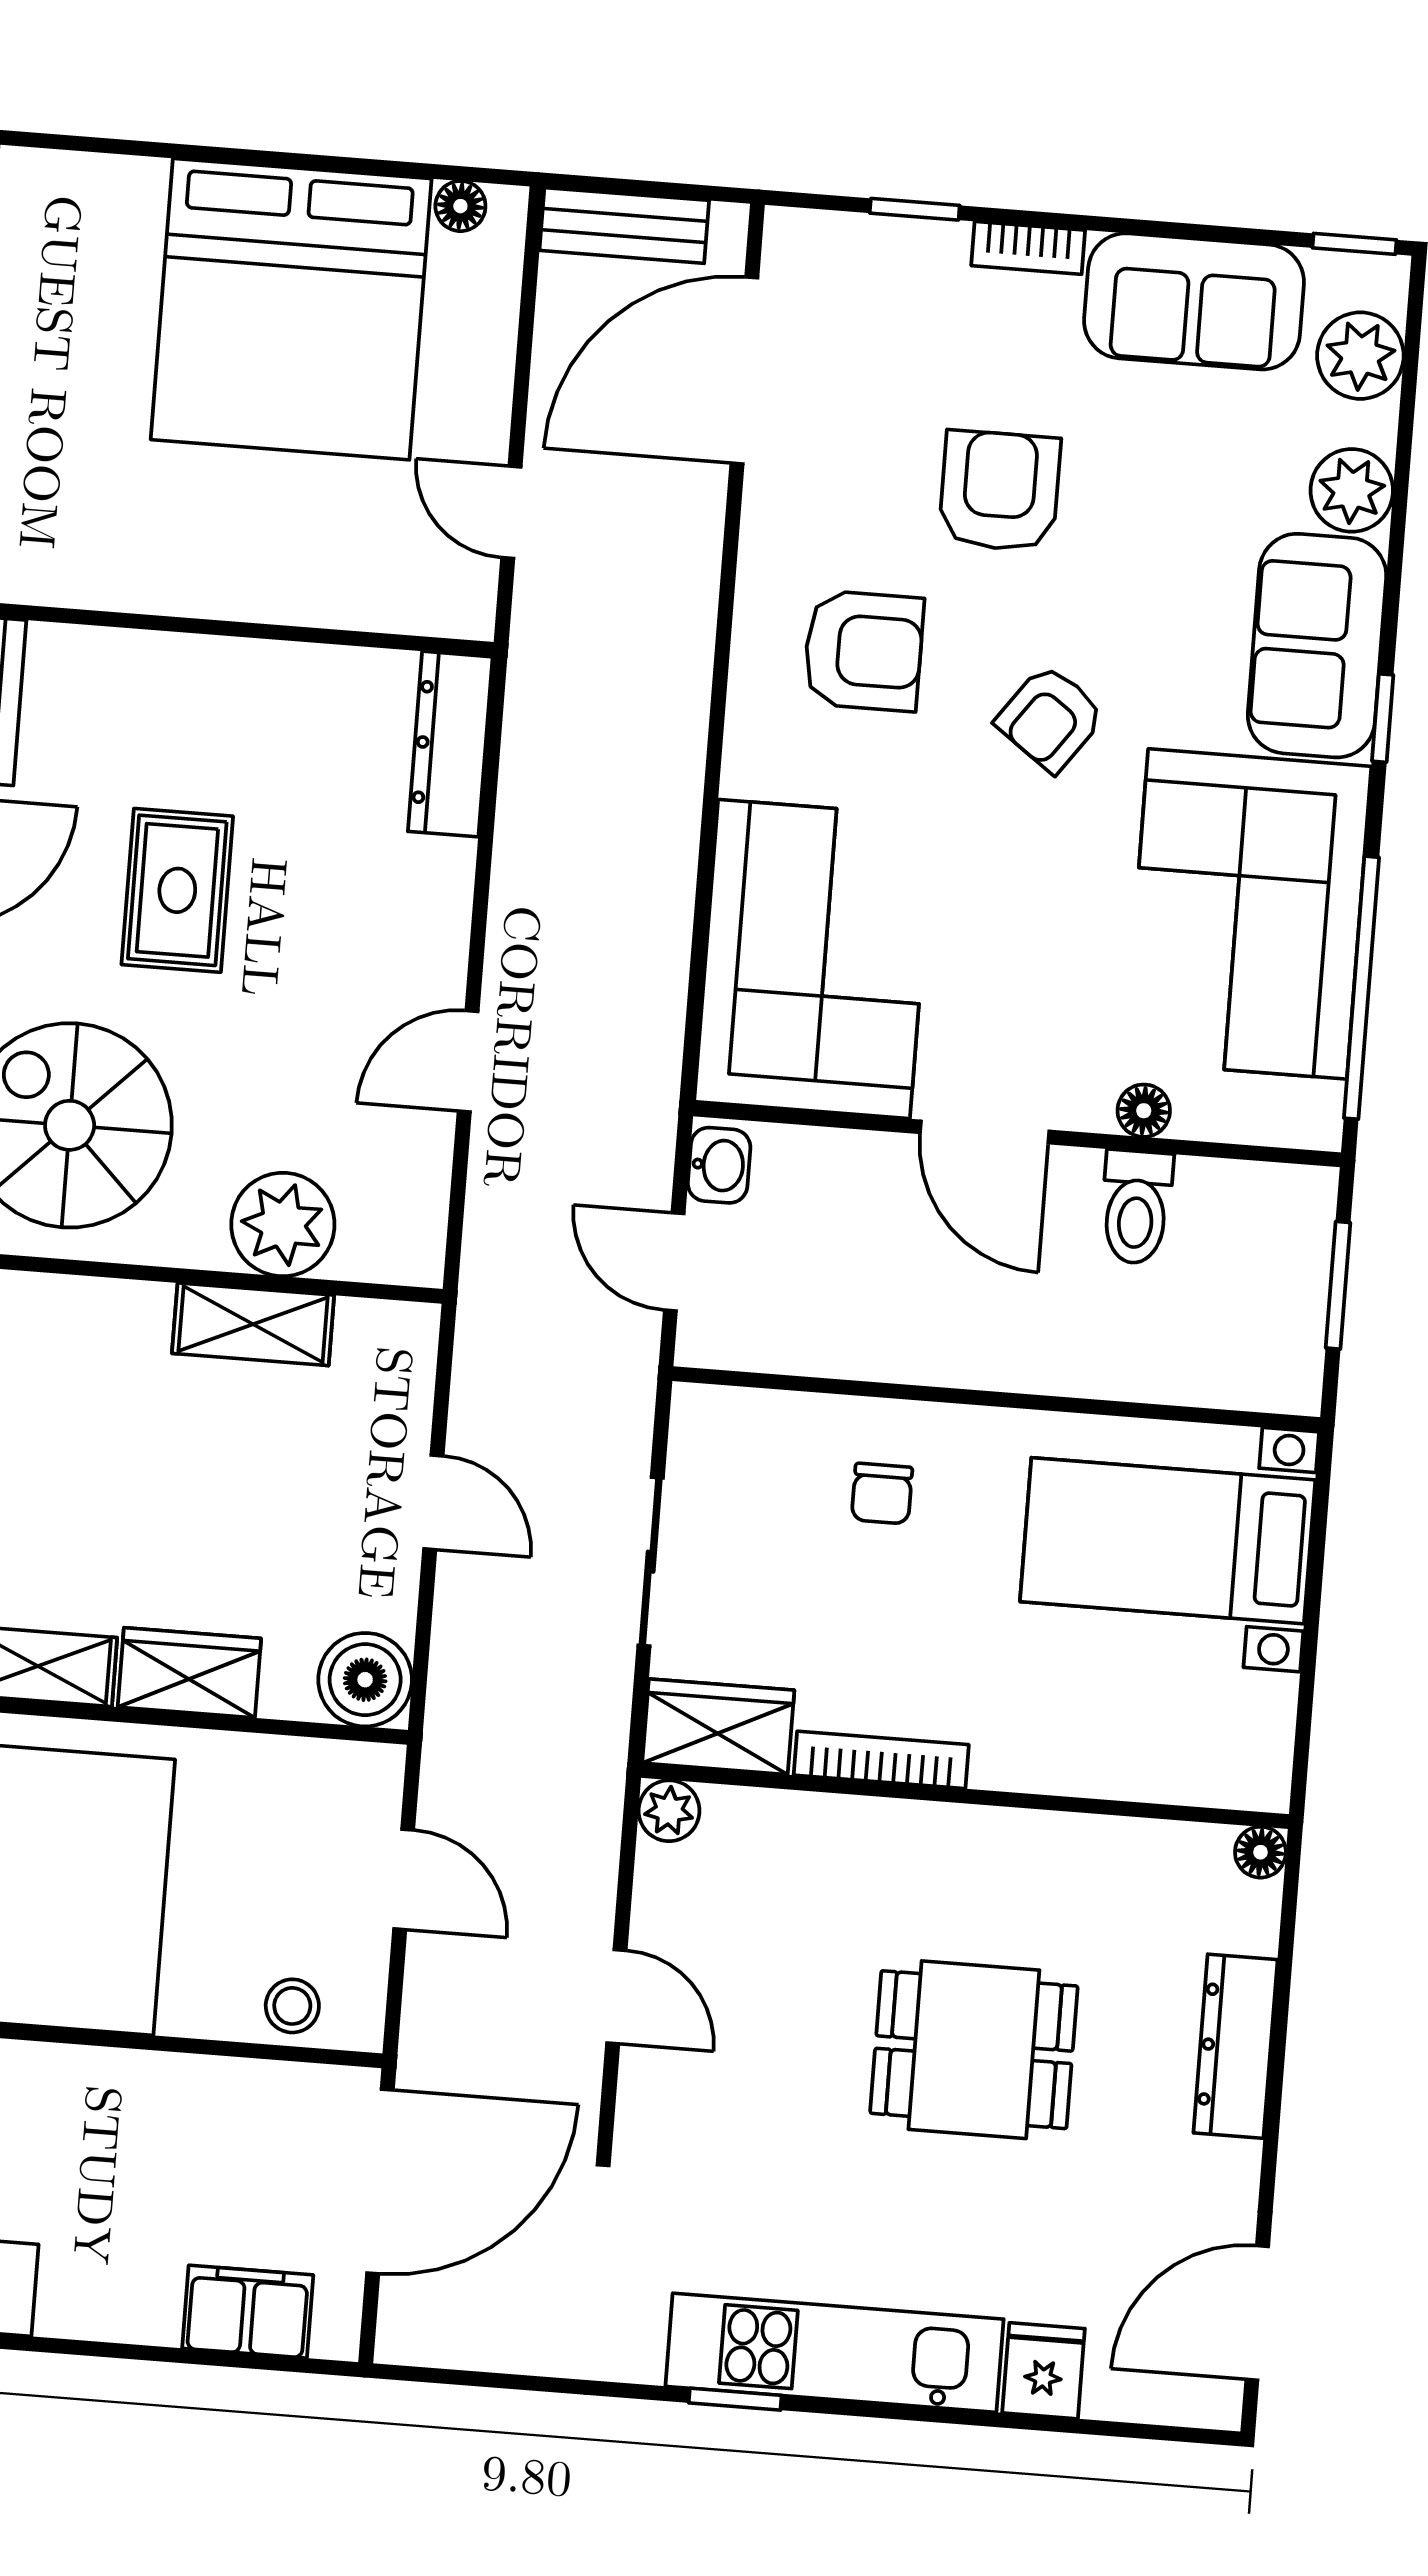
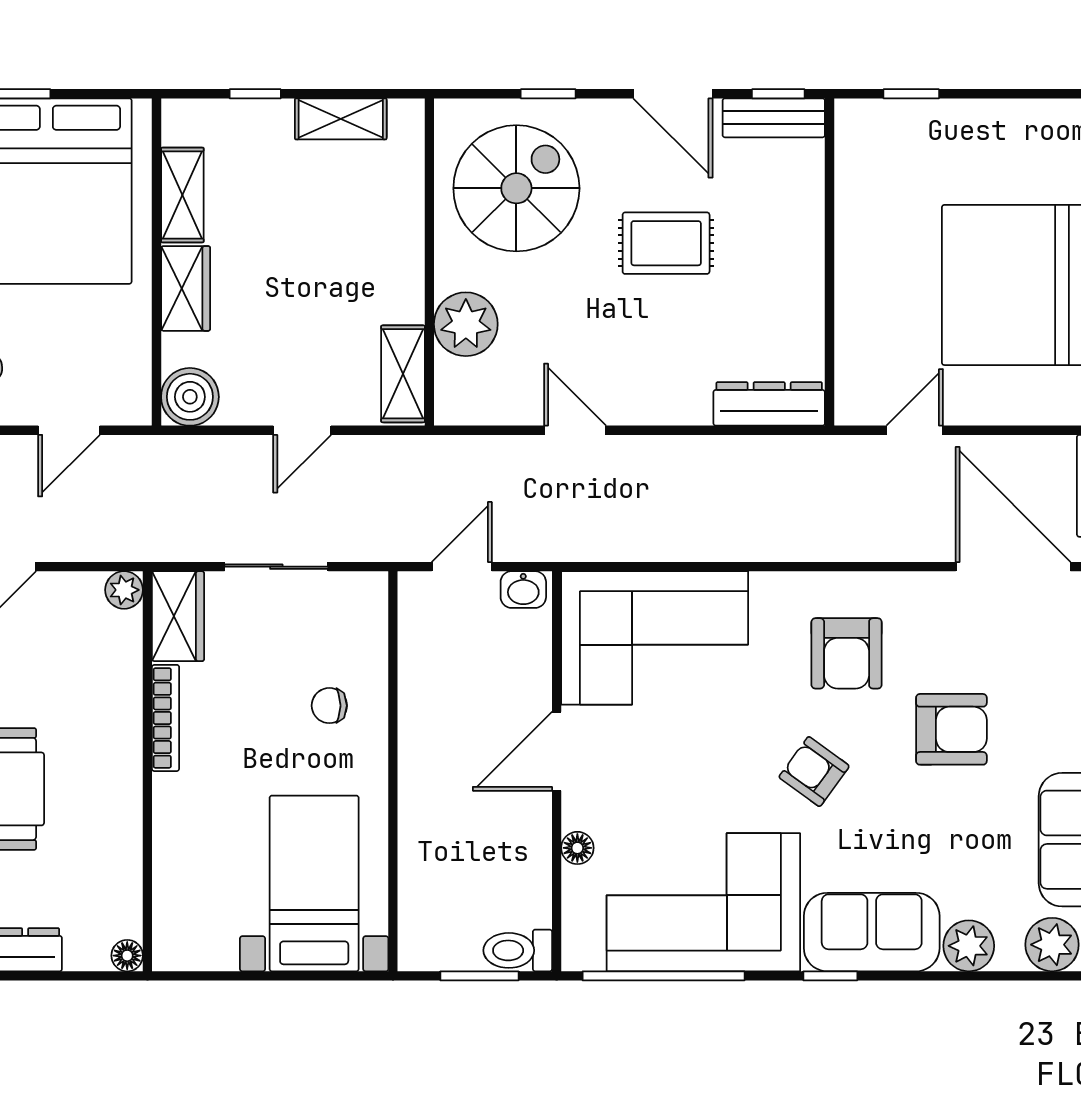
toilet: (1136, 1207) -> (518, 950), moved
shelving: (253, 1324) -> (403, 374), moved

